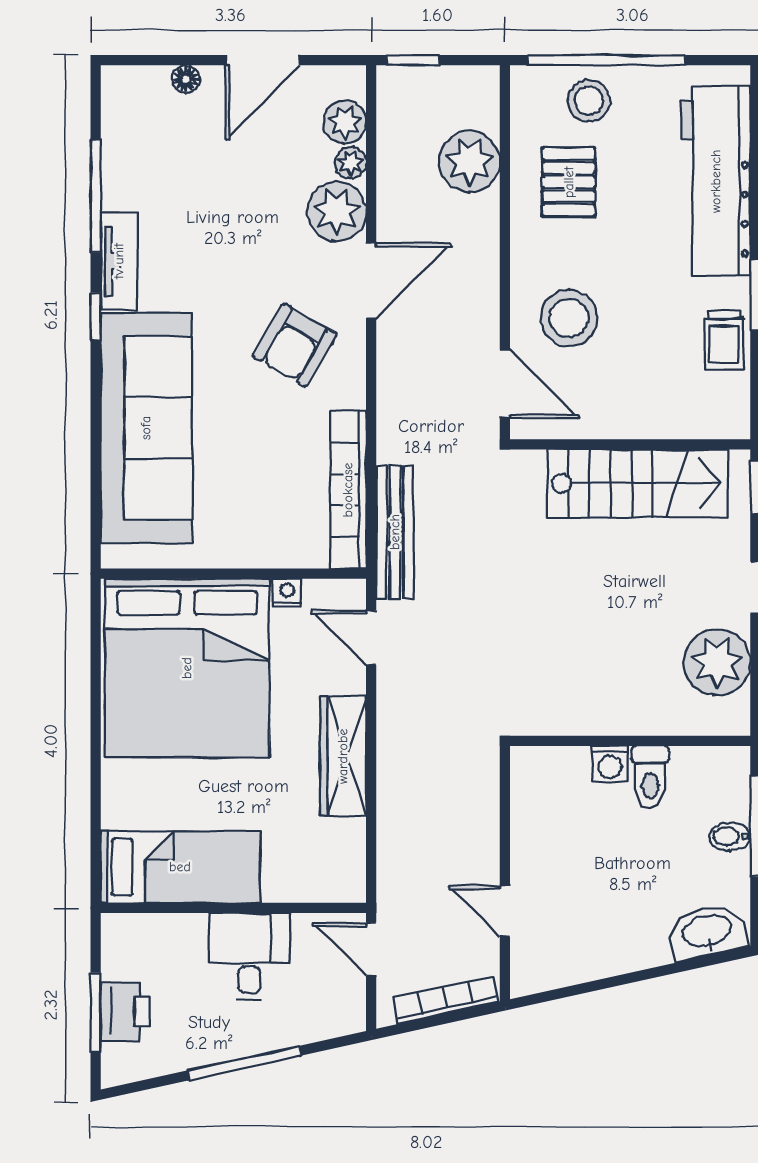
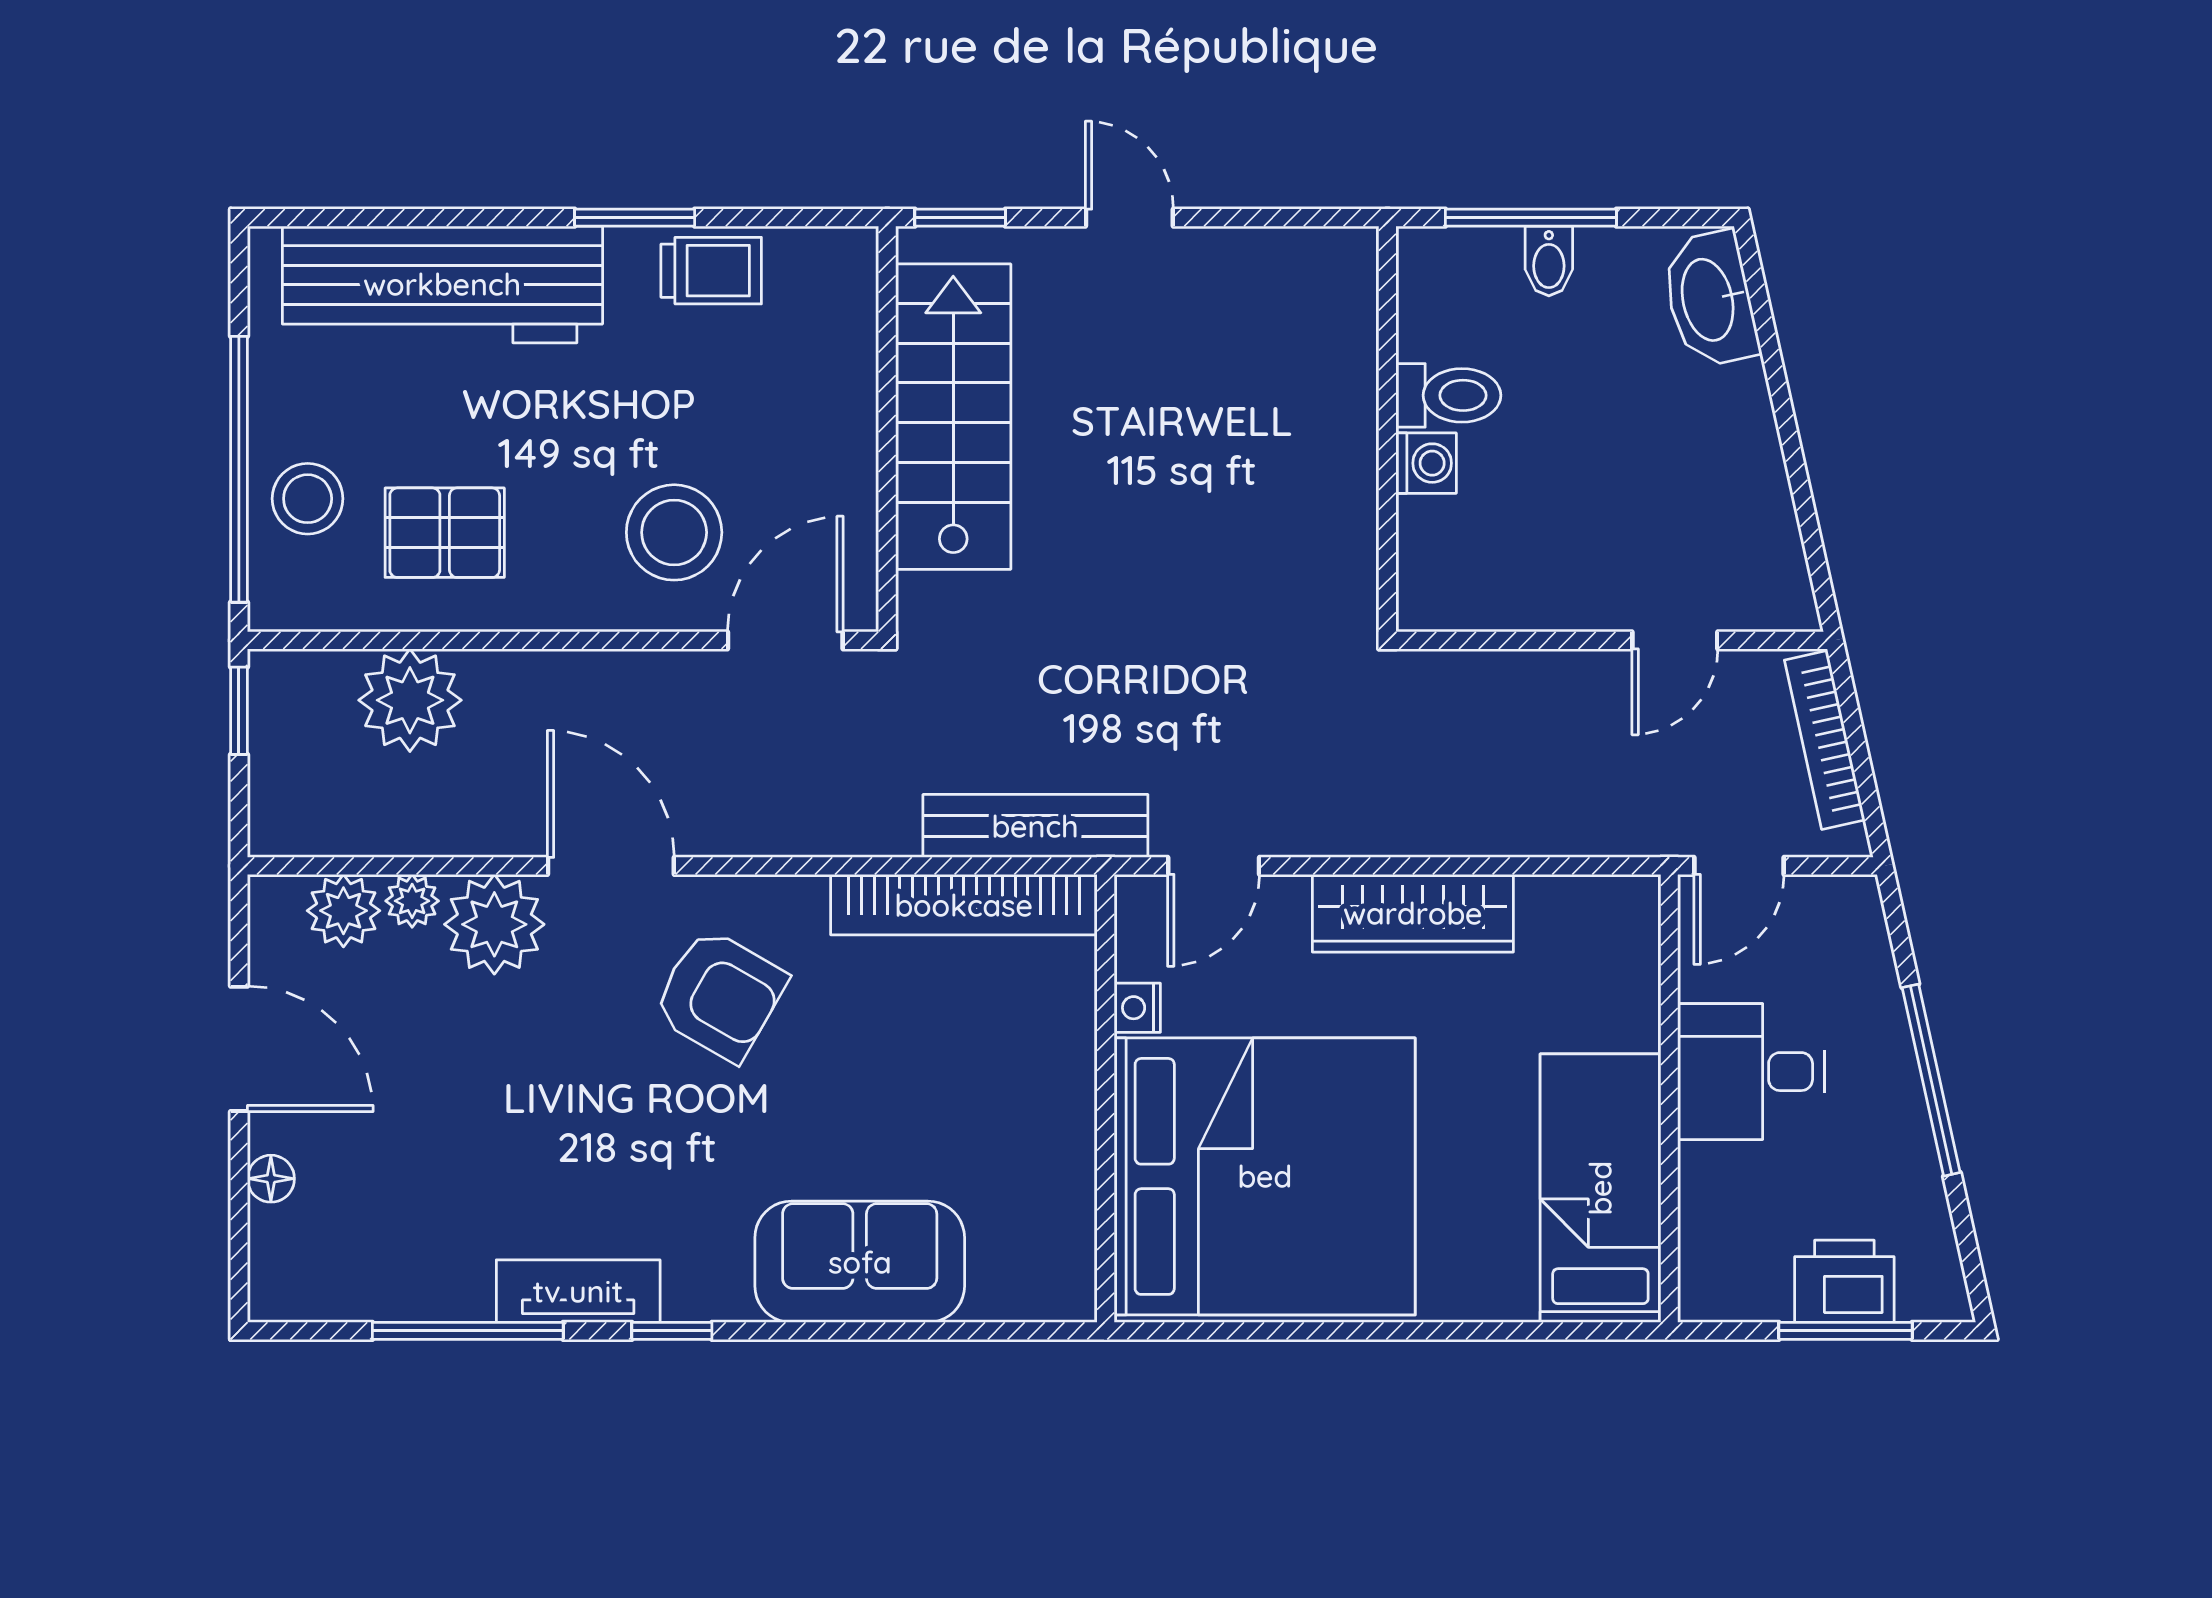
window: (413, 60) -> (239, 711), moved
sofa: (146, 428) -> (860, 1262), width x0.54, depth x0.79
plant: (717, 662) -> (1255, 282), removed

